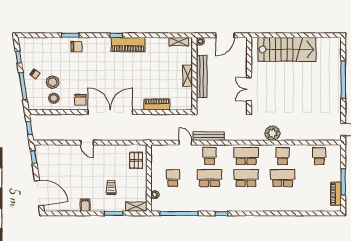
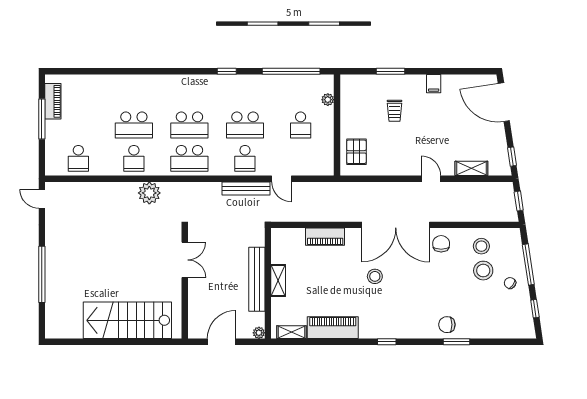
piano: (128, 45) -> (333, 328), moved
stool: (124, 78) -> (375, 276), added
shelving: (136, 207) -> (471, 168), moved

